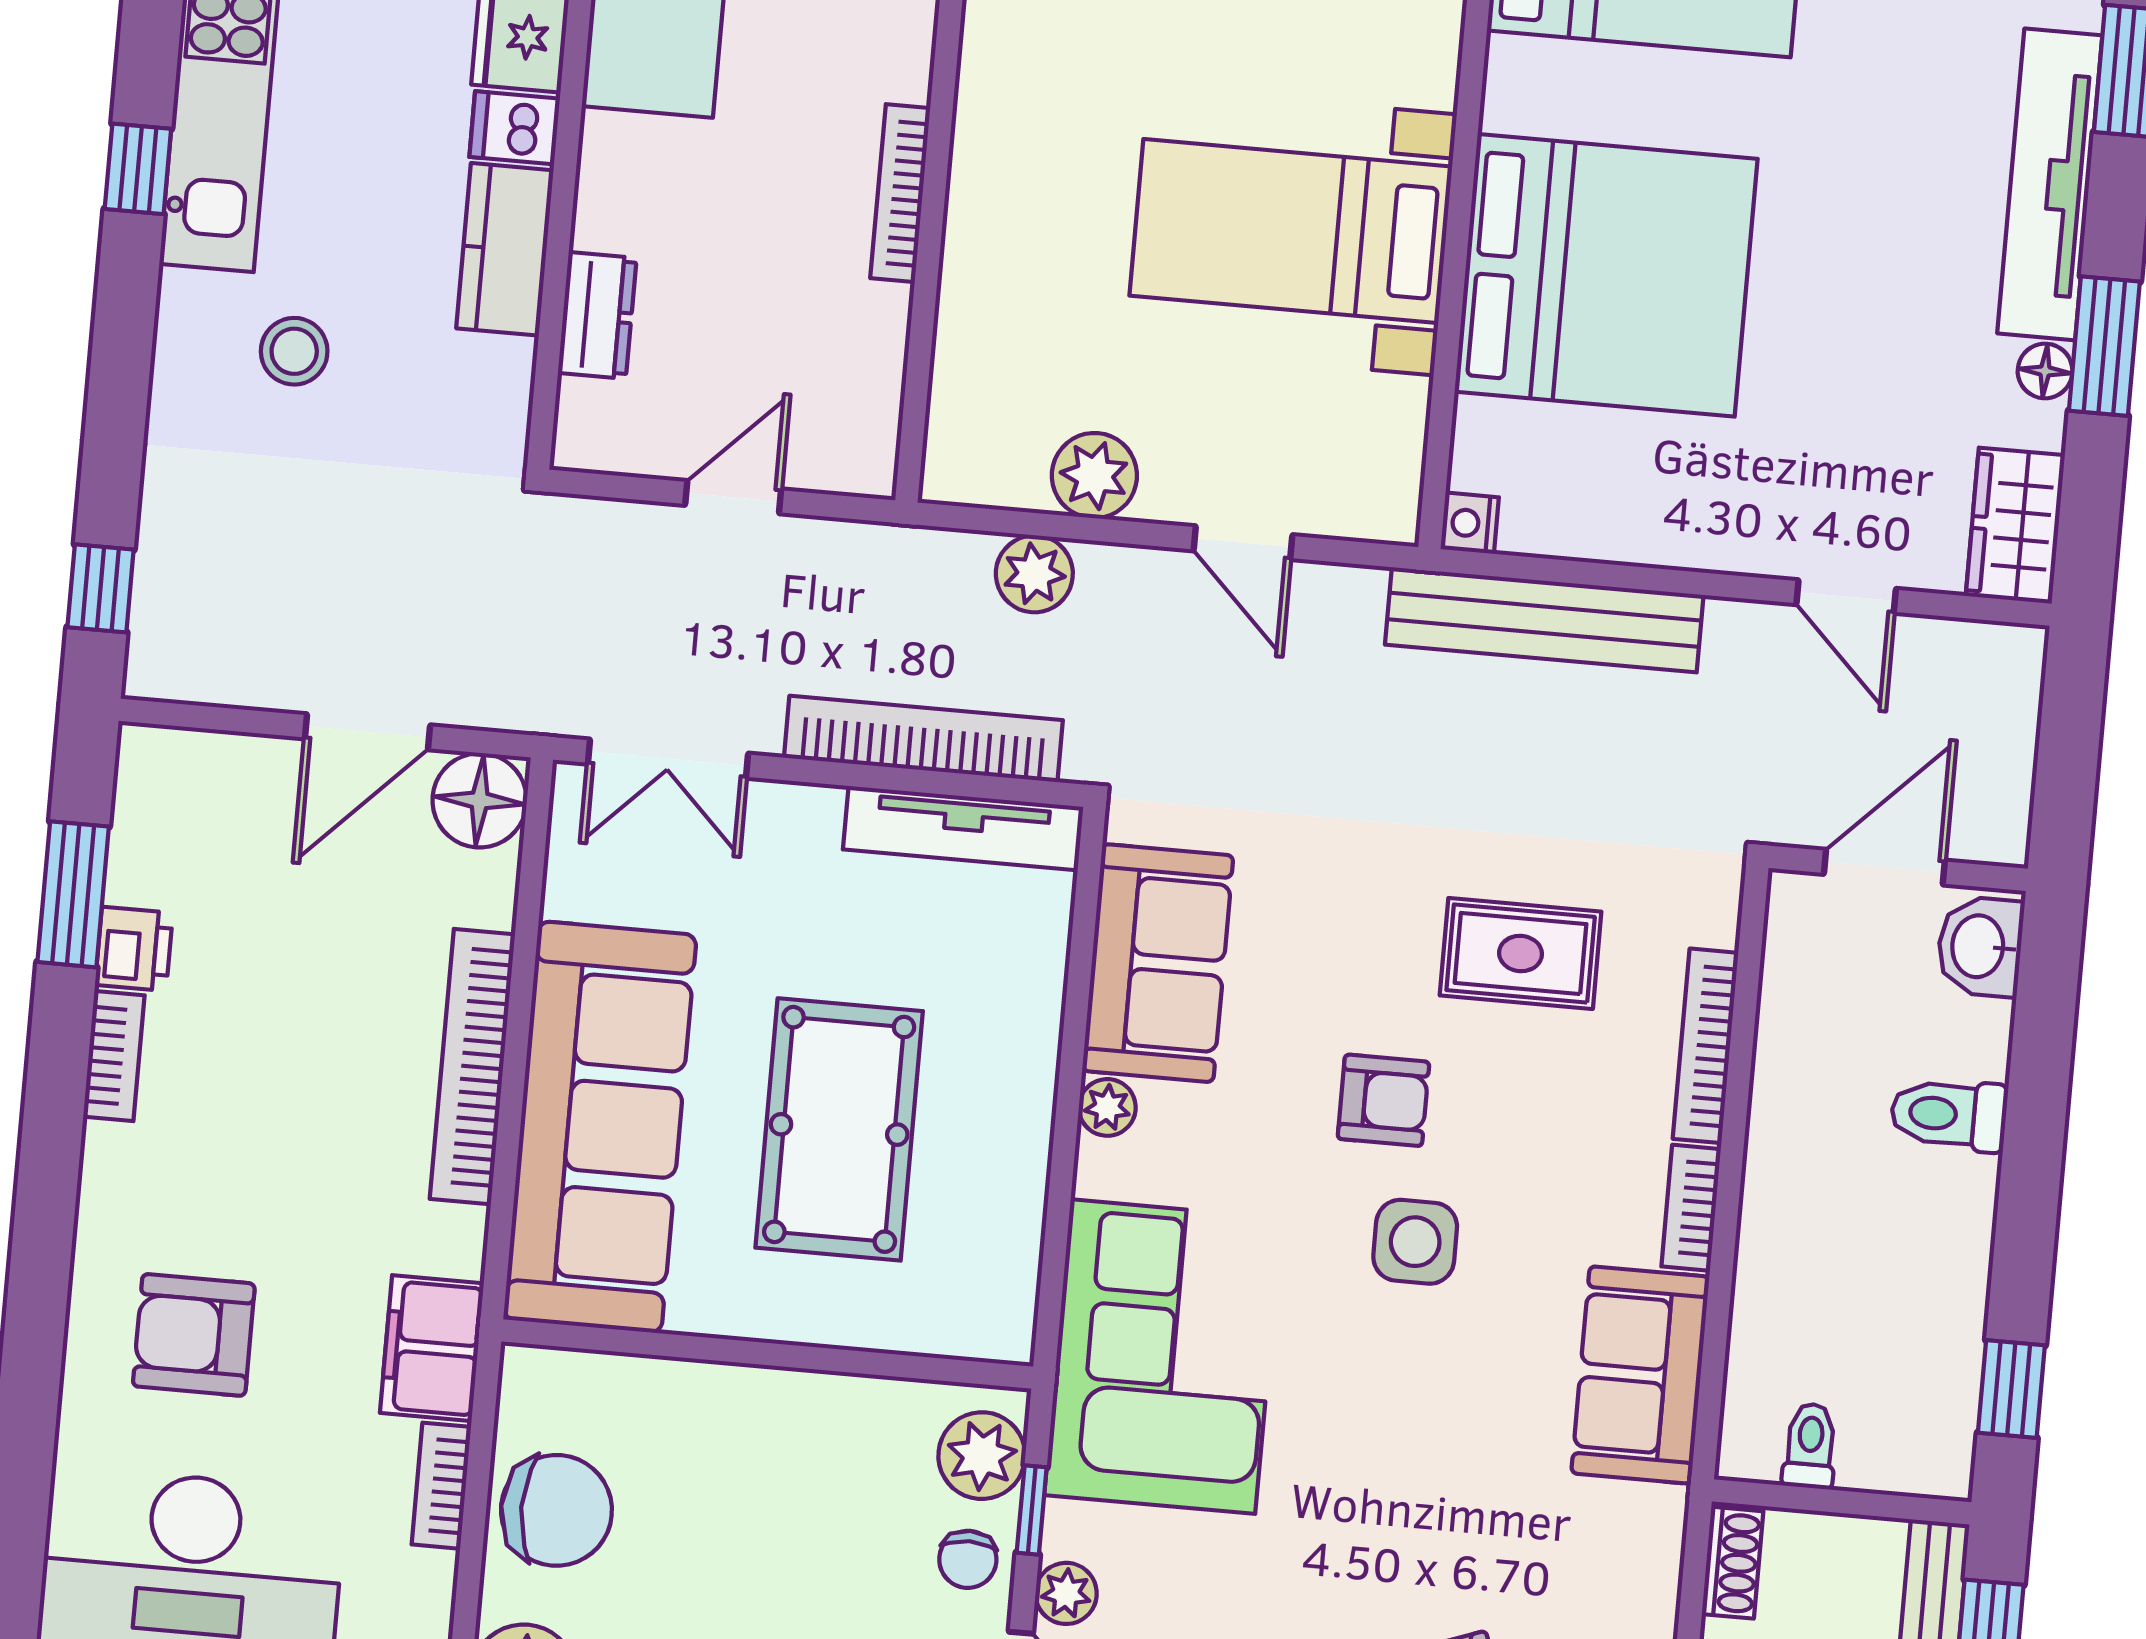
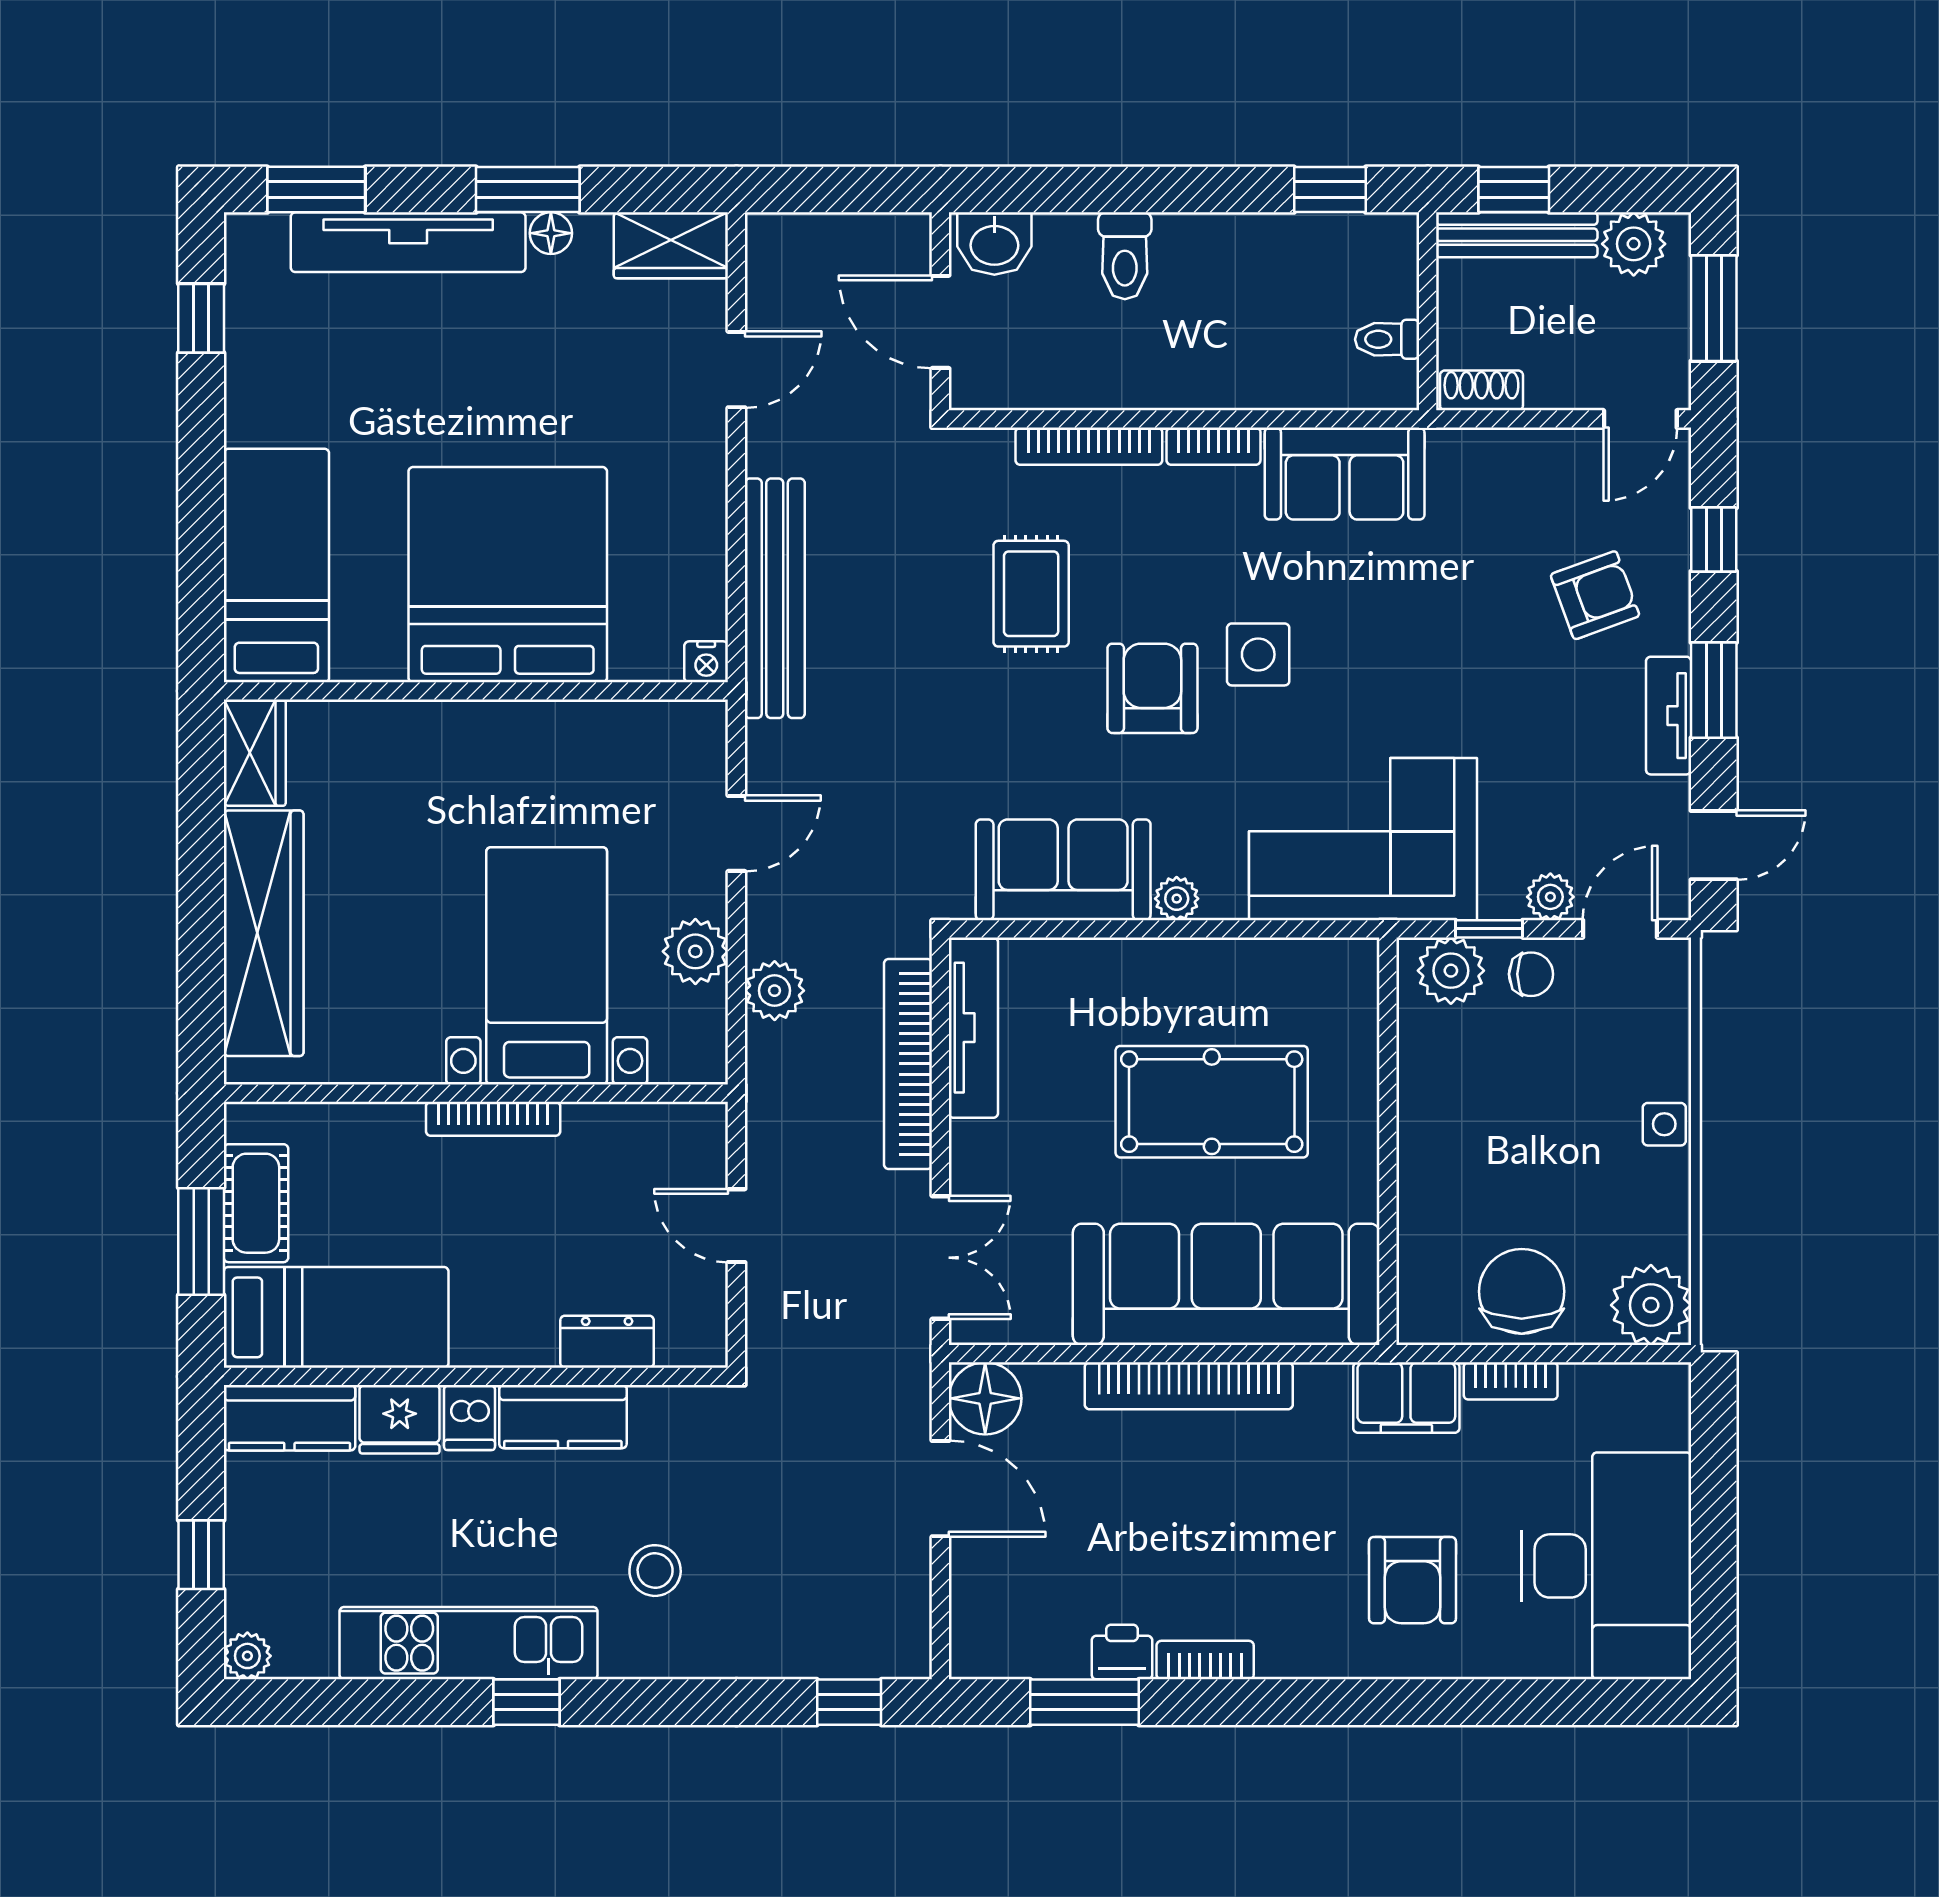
bed with nightstands: (1291, 231) -> (547, 966), moved, turned 180
armchair: (1383, 1100) -> (1152, 688), width x1.38, depth x1.38

